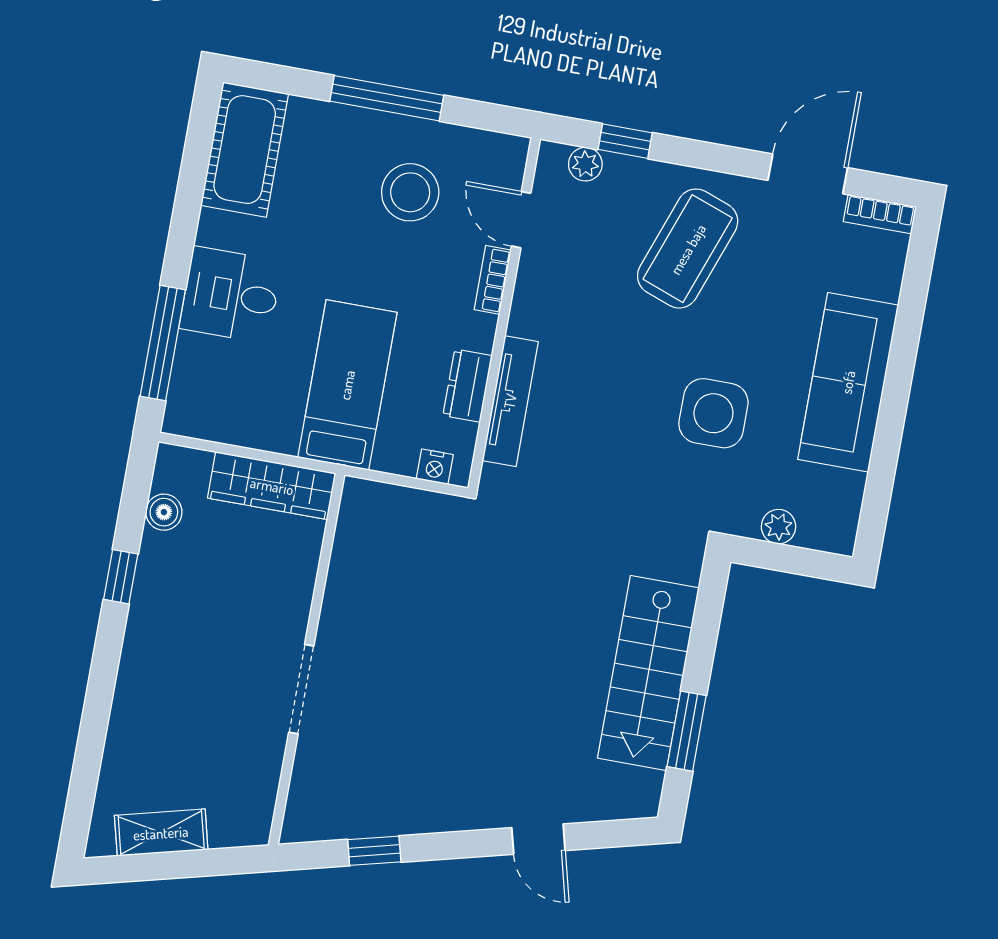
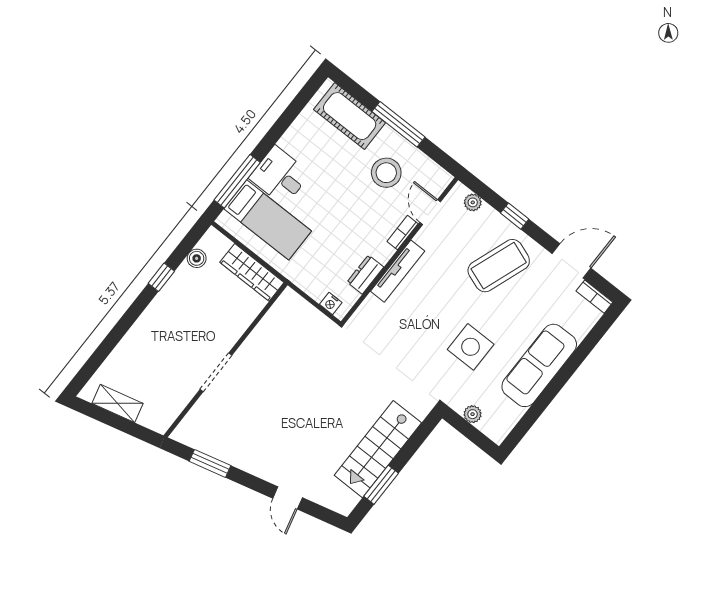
window: (625, 141) -> (515, 216), moved
cot: (245, 150) -> (350, 116), moved, turned 90
bed: (347, 385) -> (268, 220), moved, turned 90
tv unit: (510, 401) -> (398, 271), moved
window: (374, 851) -> (210, 463), width x1.50

